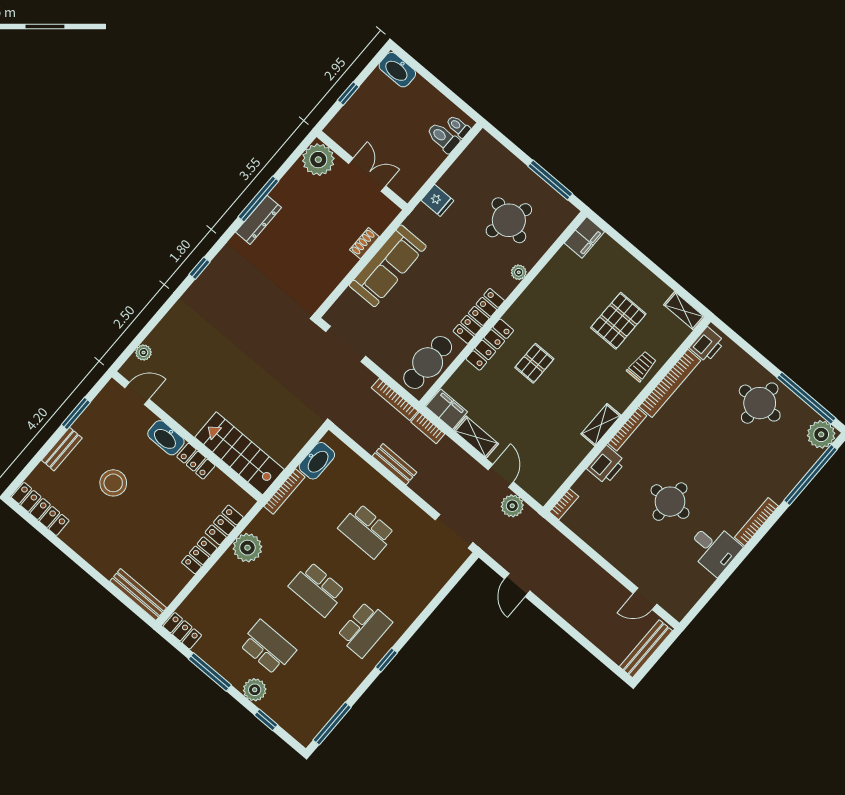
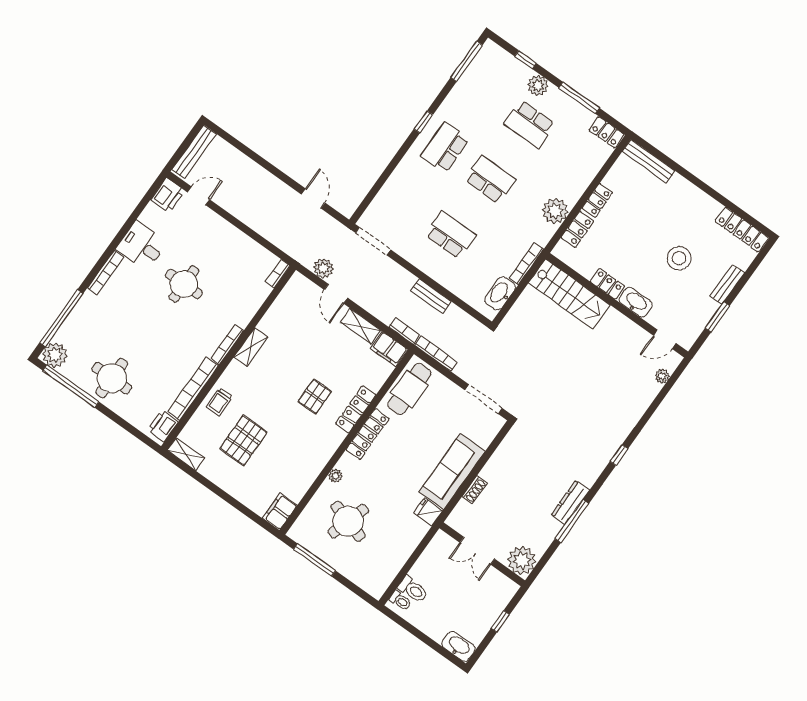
fridge: (437, 200) -> (428, 512), moved
printer: (606, 465) -> (168, 195), moved, turned 180

